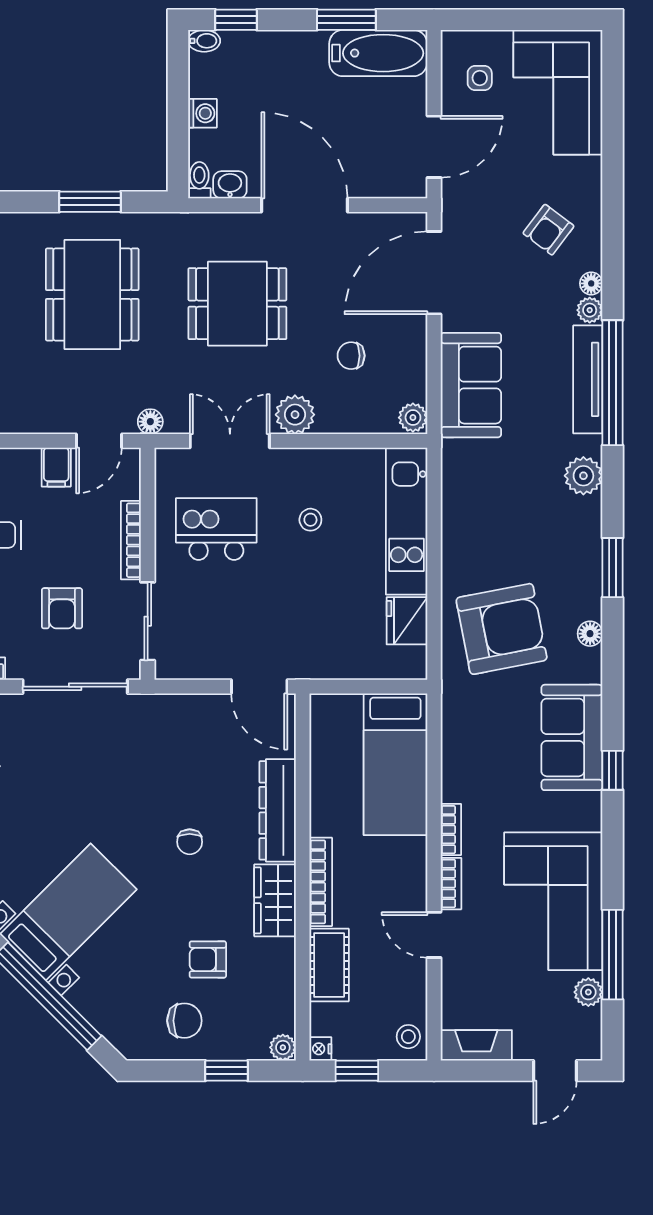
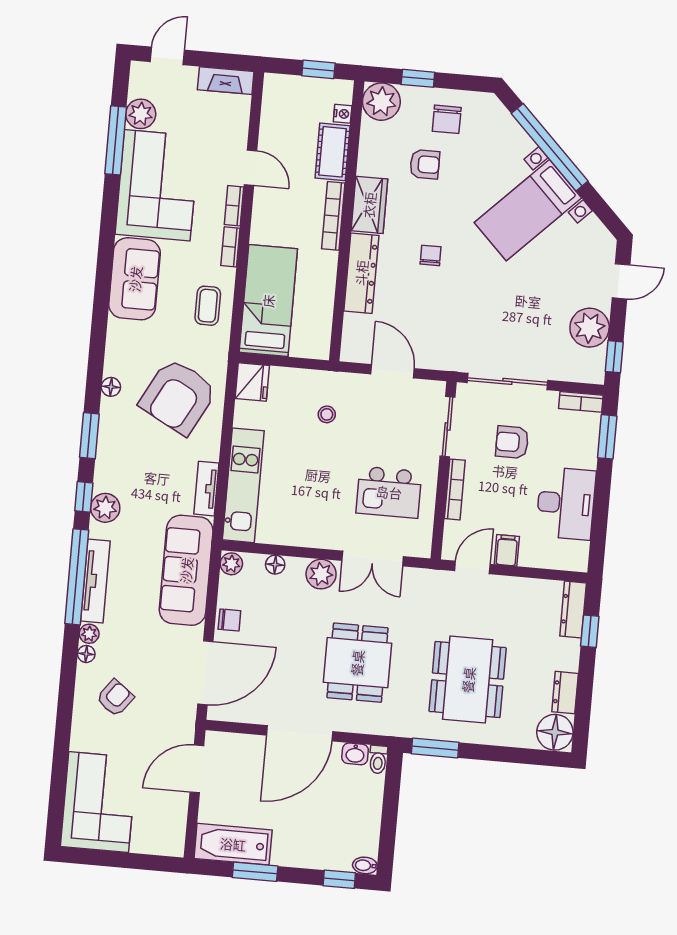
side table: (480, 78) -> (157, 818), removed
washing machine: (202, 113) -> (371, 810), removed
window: (90, 202) -> (435, 748), moved
door: (304, 205) -> (300, 733), hinge flipped
dining table: (237, 304) -> (357, 663), turned 90
chair: (351, 356) -> (229, 620), moved
sofa: (471, 385) -> (186, 570), width x1.36
floor lamp: (150, 422) -> (275, 565), moved
tv unit: (454, 513) -> (206, 489), added
stool: (310, 520) -> (327, 414), moved
armchair: (62, 608) -> (512, 442), turned -90
fridge: (407, 621) -> (252, 382), moved
armchair: (502, 629) -> (178, 396), turned -51
door: (259, 687) -> (393, 371), moved
sofa: (572, 737) -> (135, 279), moved
coffee table: (474, 751) -> (208, 306), added
window: (612, 770) -> (84, 497), moved
plant: (588, 992) -> (141, 114), width x1.38, depth x1.38
chair: (184, 1021) -> (447, 119), turned -90
stool: (408, 1037) -> (277, 92), removed
plant: (283, 1047) -> (381, 102), width x1.88, depth x1.88
nightstand: (320, 1049) -> (343, 114), moved

